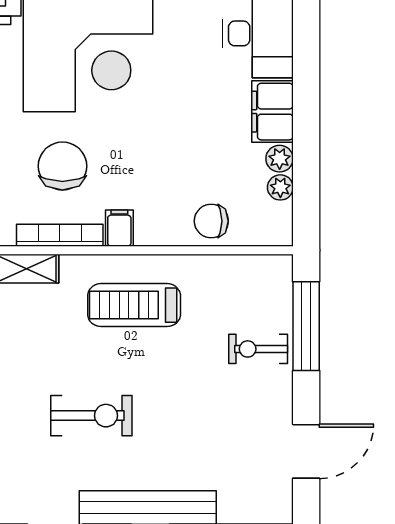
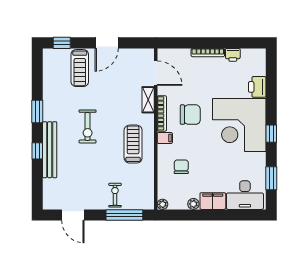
plant: (280, 187) -> (162, 204), moved
chair: (211, 221) -> (181, 167), moved

